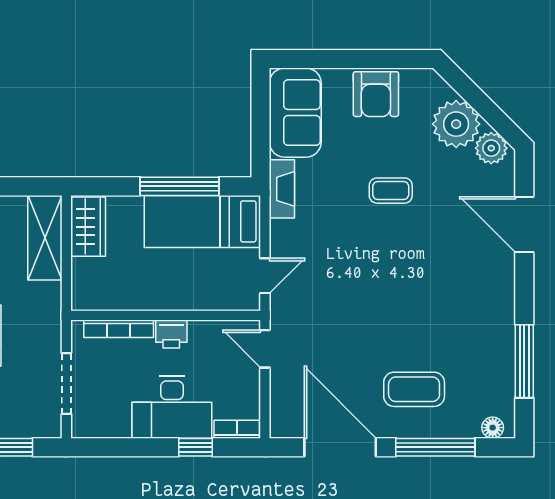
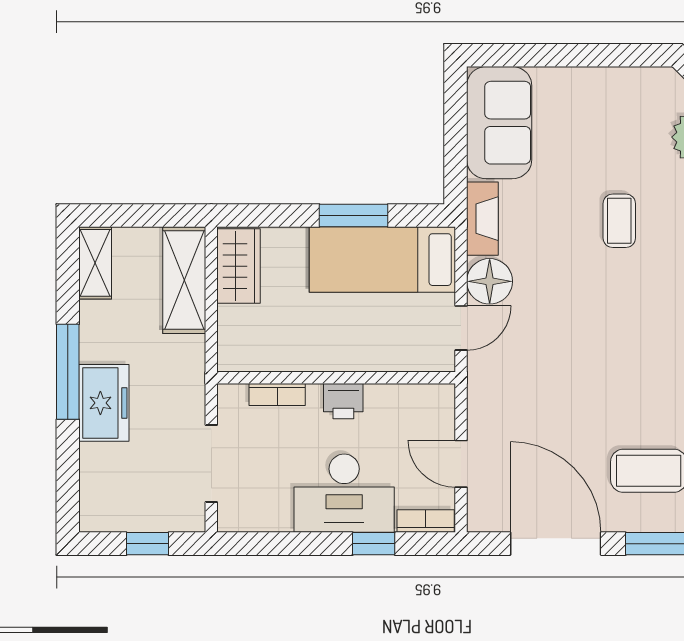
armchair: (376, 94) -> (601, 99), removed
window: (179, 186) -> (354, 216), width x0.69
coffee table: (391, 191) -> (619, 221), turned 90
floor lamp: (288, 239) -> (490, 281), added
bookcase: (119, 329) -> (277, 394), width x0.64
door: (265, 349) -> (461, 464), moved

